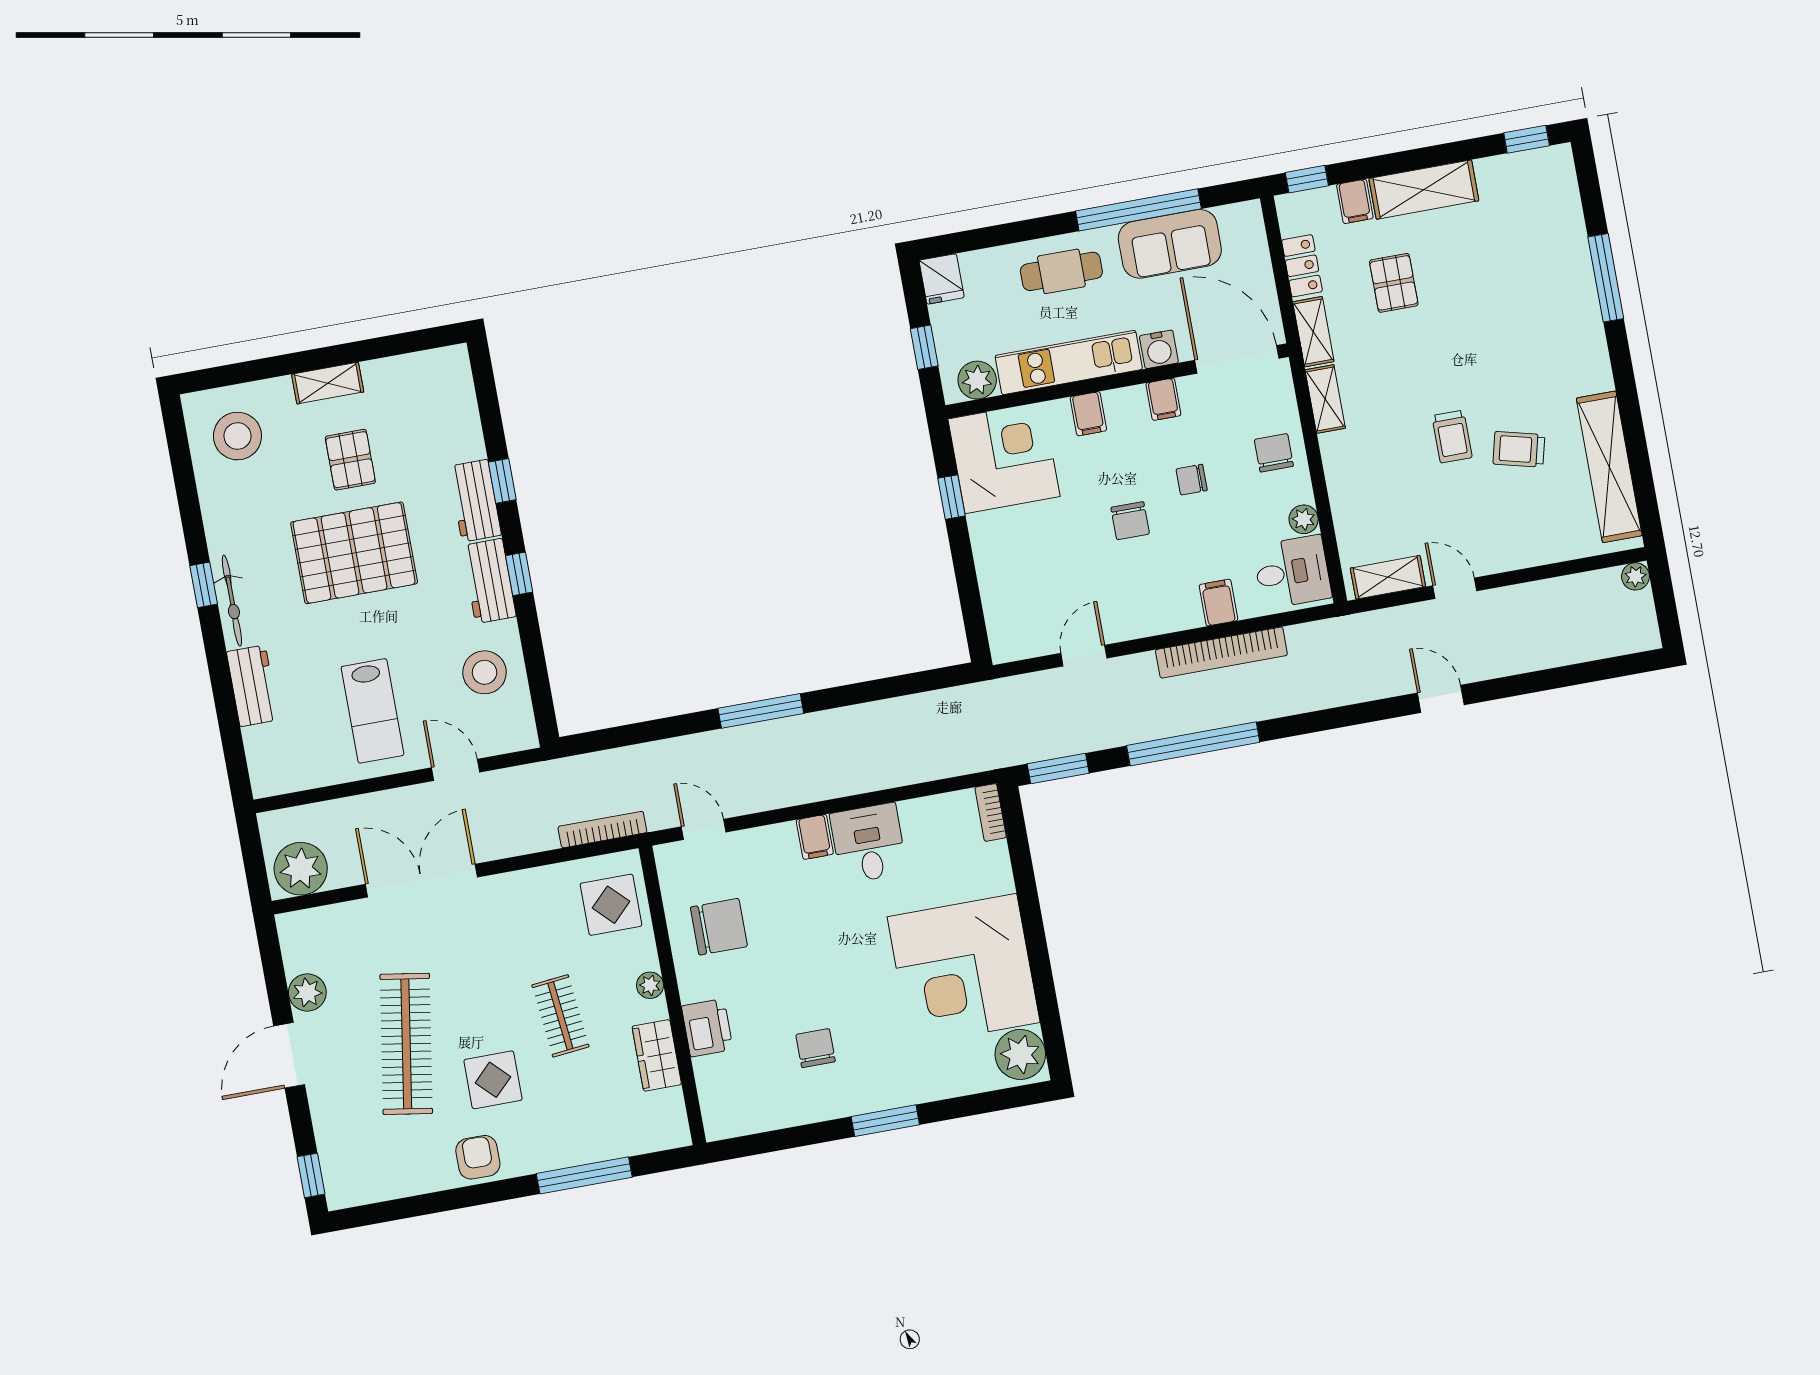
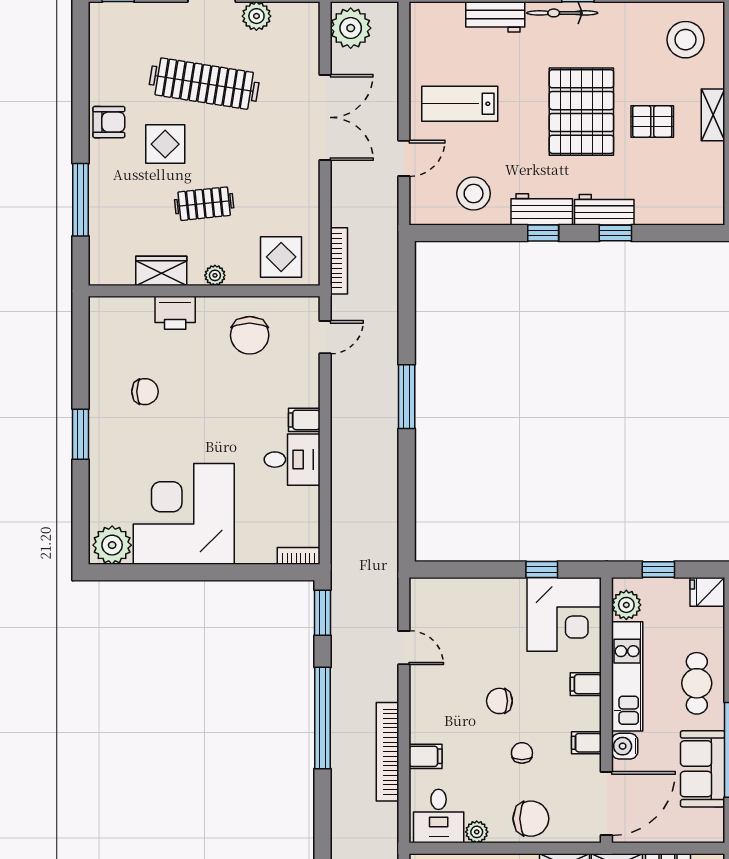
chair: (1274, 453) -> (531, 819), width x1.37, depth x1.37

